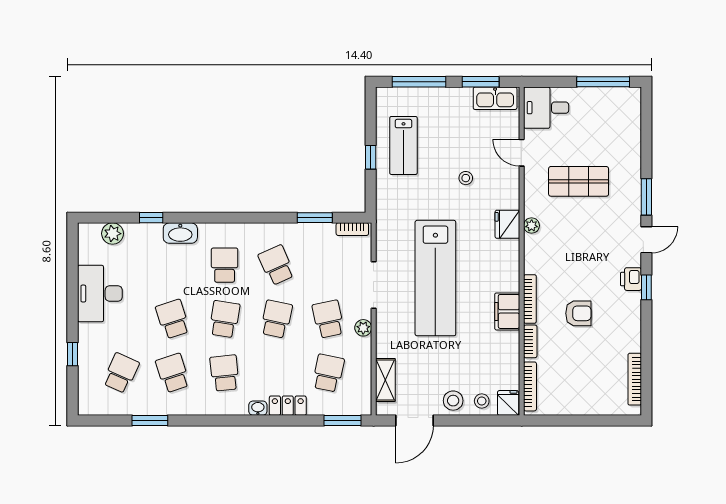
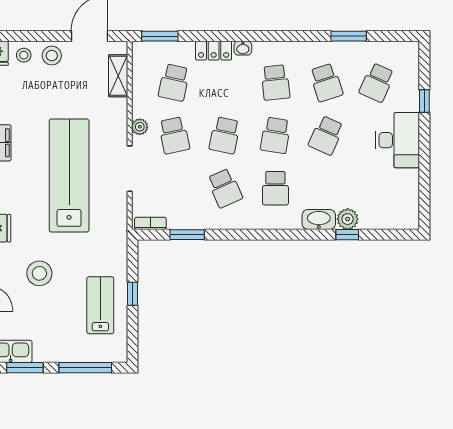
stool: (466, 178) -> (39, 273), width x1.89, depth x1.89
plant: (113, 234) -> (348, 219), moved
desk: (100, 294) -> (398, 140), moved
school desk: (173, 319) -> (326, 135), turned 42

